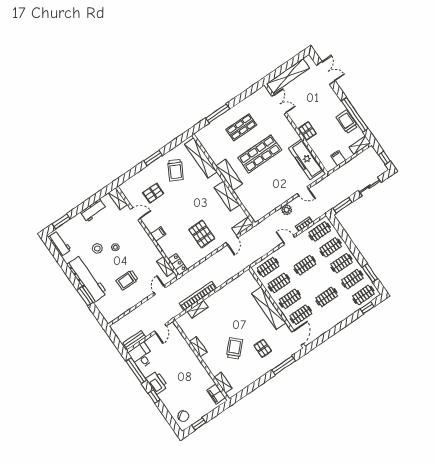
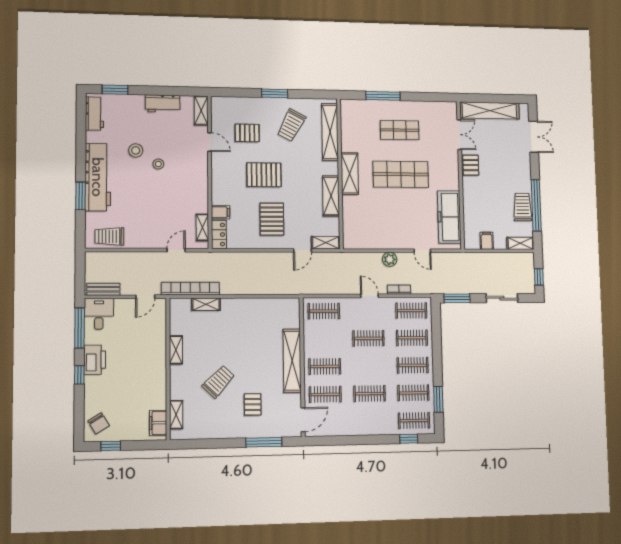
pallet: (307, 131) -> (471, 165), moved
pallet: (180, 211) -> (264, 175), added
filing cabinet: (158, 234) -> (221, 212), moved
trolley: (127, 280) -> (109, 236), moved
clothes rail: (279, 283) -> (324, 339), removed
bookcase: (198, 296) -> (190, 289), moved

